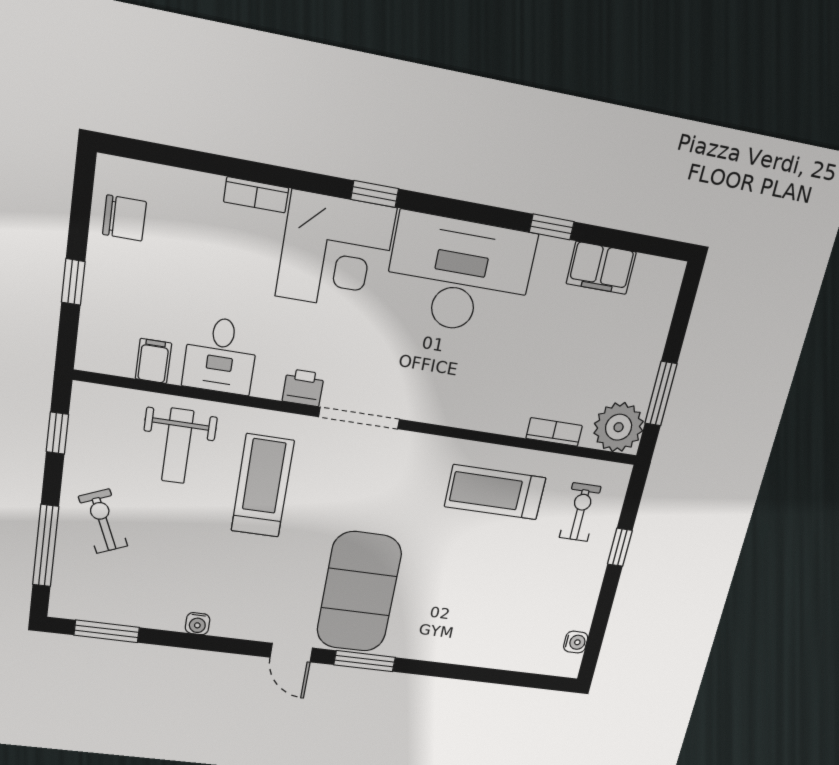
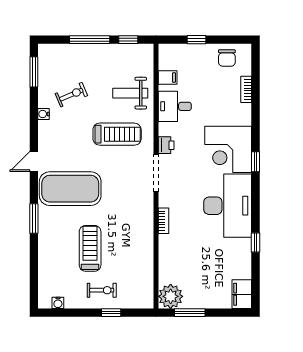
bookcase: (256, 195) -> (246, 89), moved
filing cabinet: (601, 268) -> (242, 294), moved
bookcase: (554, 432) -> (164, 221), moved
treadmill: (495, 492) -> (90, 248), moved
exercise bike: (580, 512) -> (102, 290), moved
exercise bike: (103, 521) -> (71, 95), moved
window: (46, 546) -> (90, 40), moved
window: (365, 661) -> (34, 218), moved

